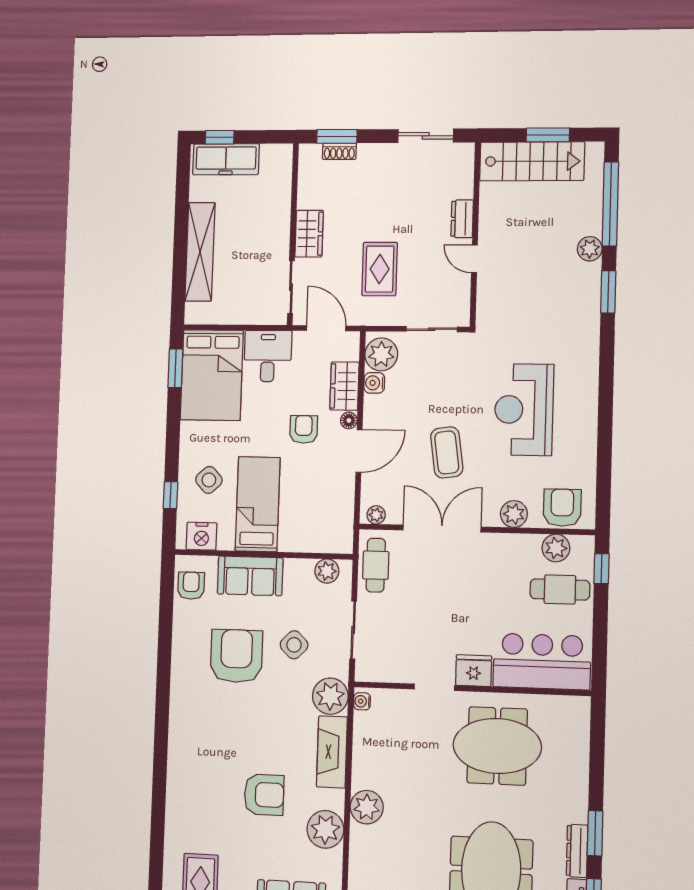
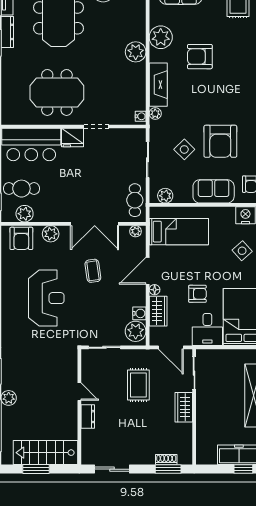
armchair: (304, 429) -> (197, 294), moved, turned -90
coffee table: (447, 452) -> (93, 271), width x0.73, depth x0.77
bed: (258, 504) -> (179, 232), moved, turned -90
plant: (330, 696) -> (155, 113), width x0.53, depth x0.53

